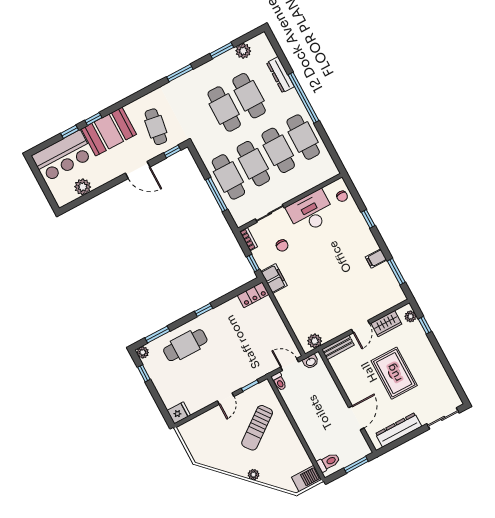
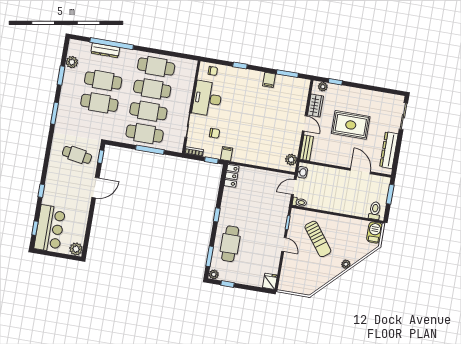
window: (303, 98) -> (112, 44), moved
window: (70, 132) -> (35, 228), moved
booth: (109, 132) -> (57, 187), removed
plant: (83, 187) -> (76, 249), moved
filing cabinet: (274, 279) -> (227, 154), width x0.50

